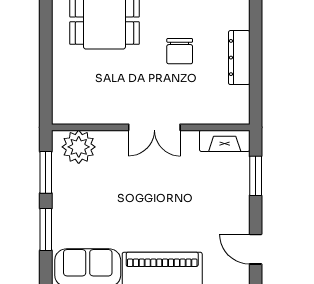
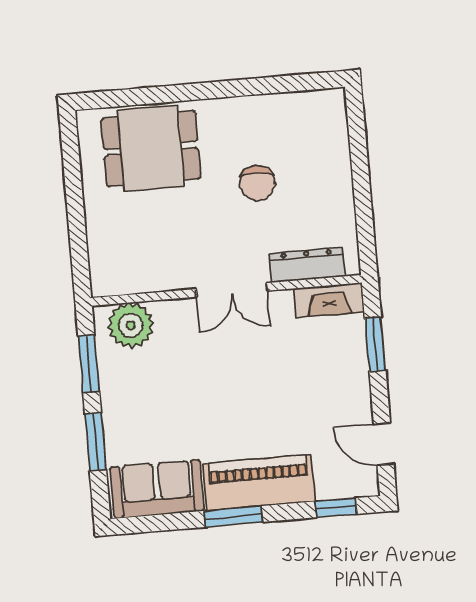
dresser: (239, 58) -> (307, 265), moved, turned 90

